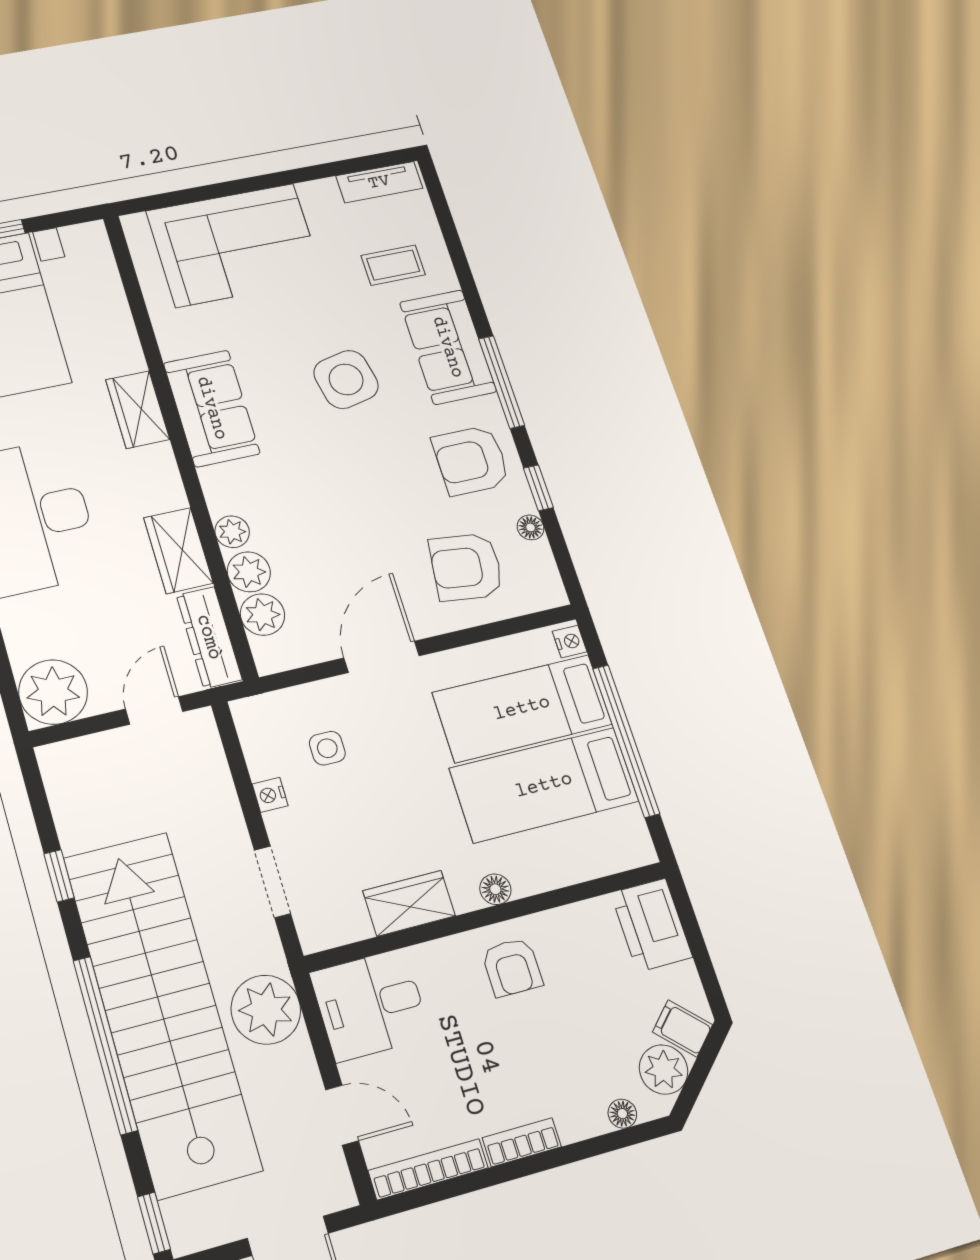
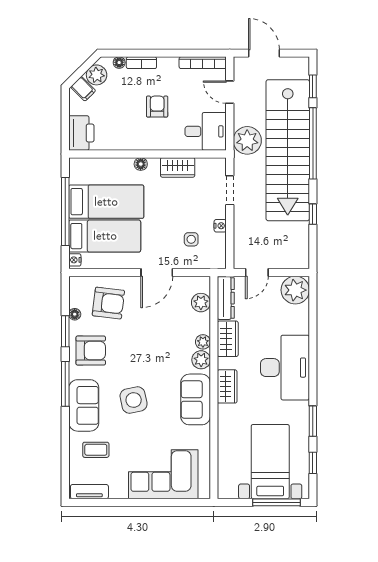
wardrobe: (138, 410) -> (227, 386), moved
window: (538, 488) -> (65, 331), width x1.50
plant: (249, 572) -> (201, 360), moved
armchair: (512, 967) -> (157, 107), moved
bookcase: (522, 1142) -> (141, 63), moved
window: (154, 1223) -> (313, 86), moved

